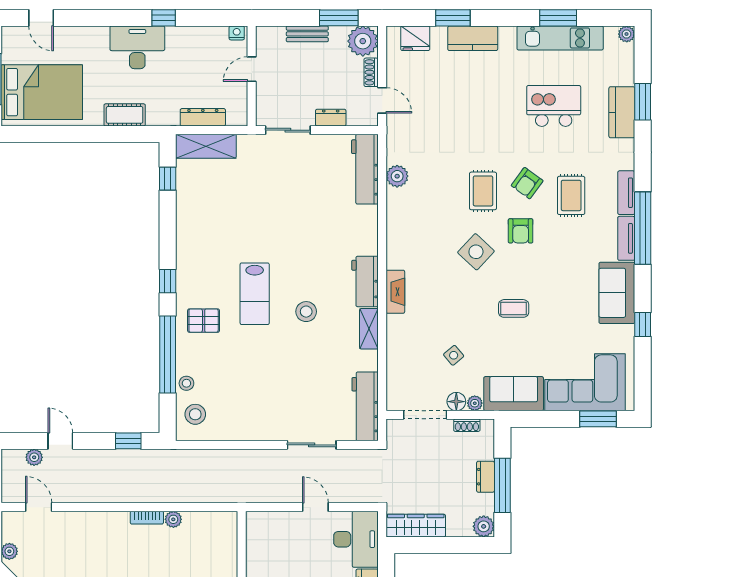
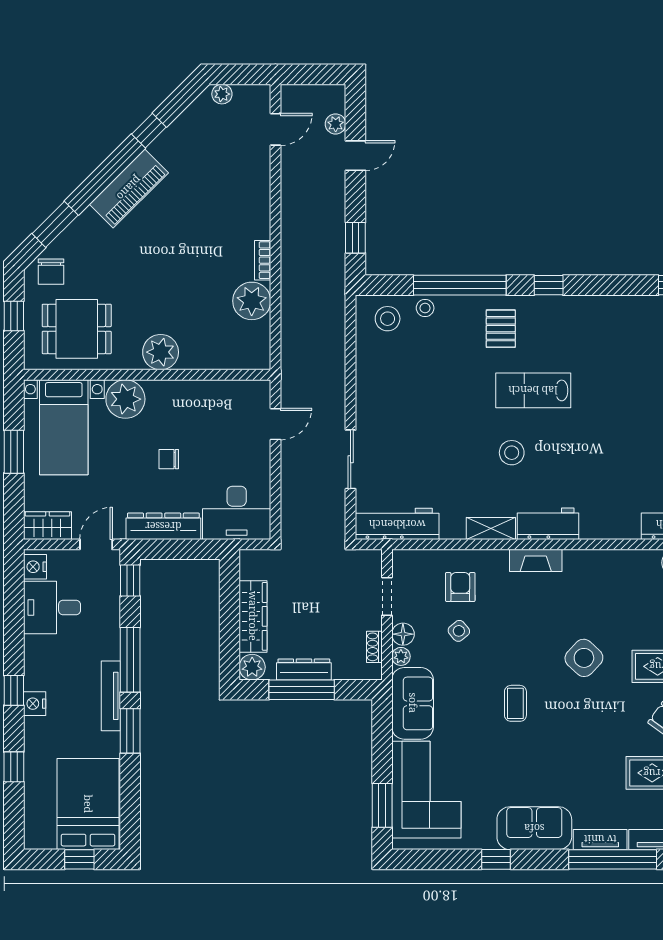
armchair: (521, 231) -> (460, 587), moved, turned 90
doorway: (425, 415) -> (387, 596), width x0.73
dresser: (486, 477) -> (304, 669), width x1.44
door: (315, 507) -> (275, 424), moved
plant: (173, 519) -> (252, 301), width x1.88, depth x1.88
wardrobe: (416, 526) -> (253, 616), moved

